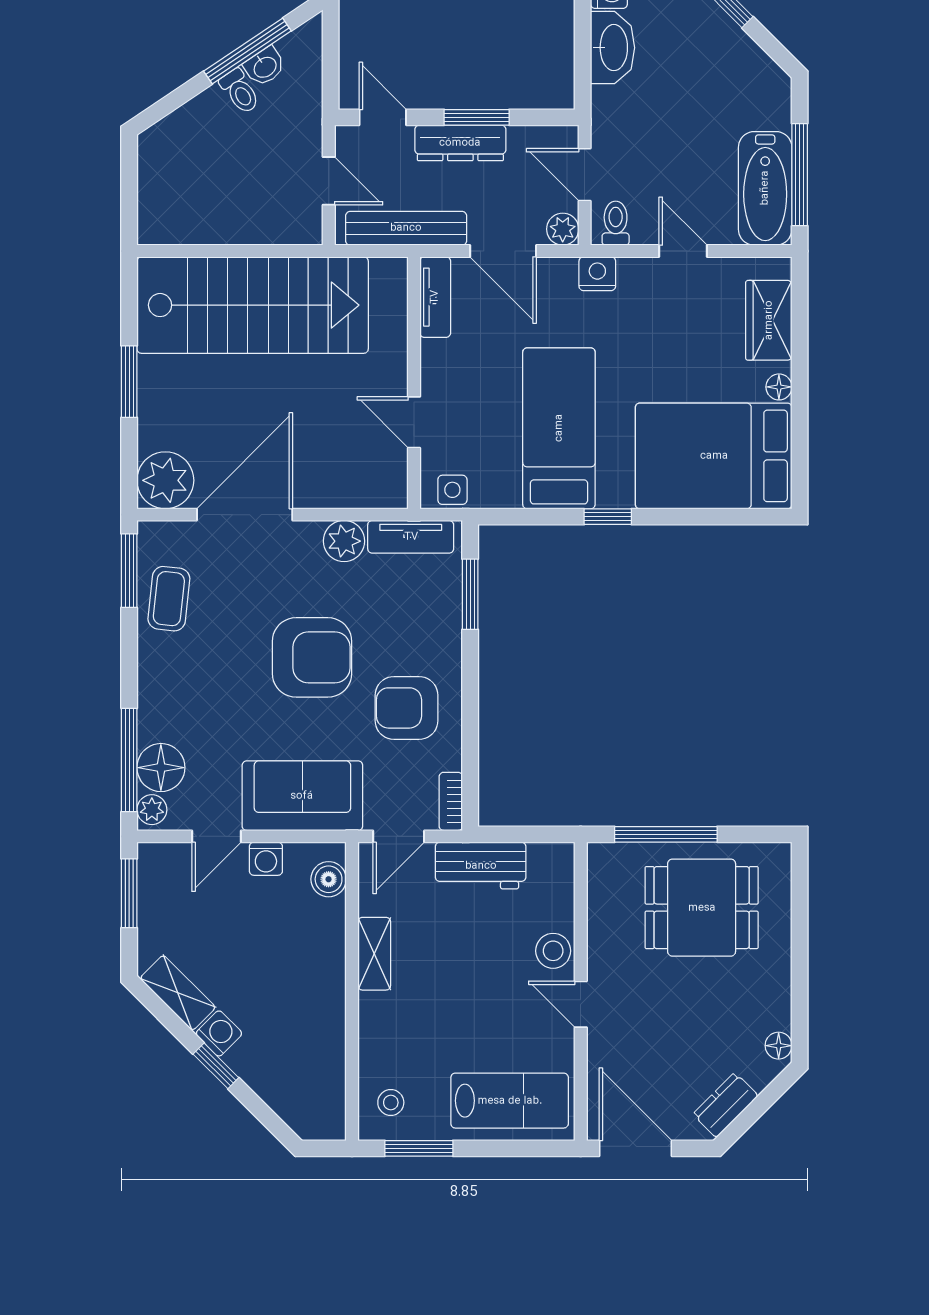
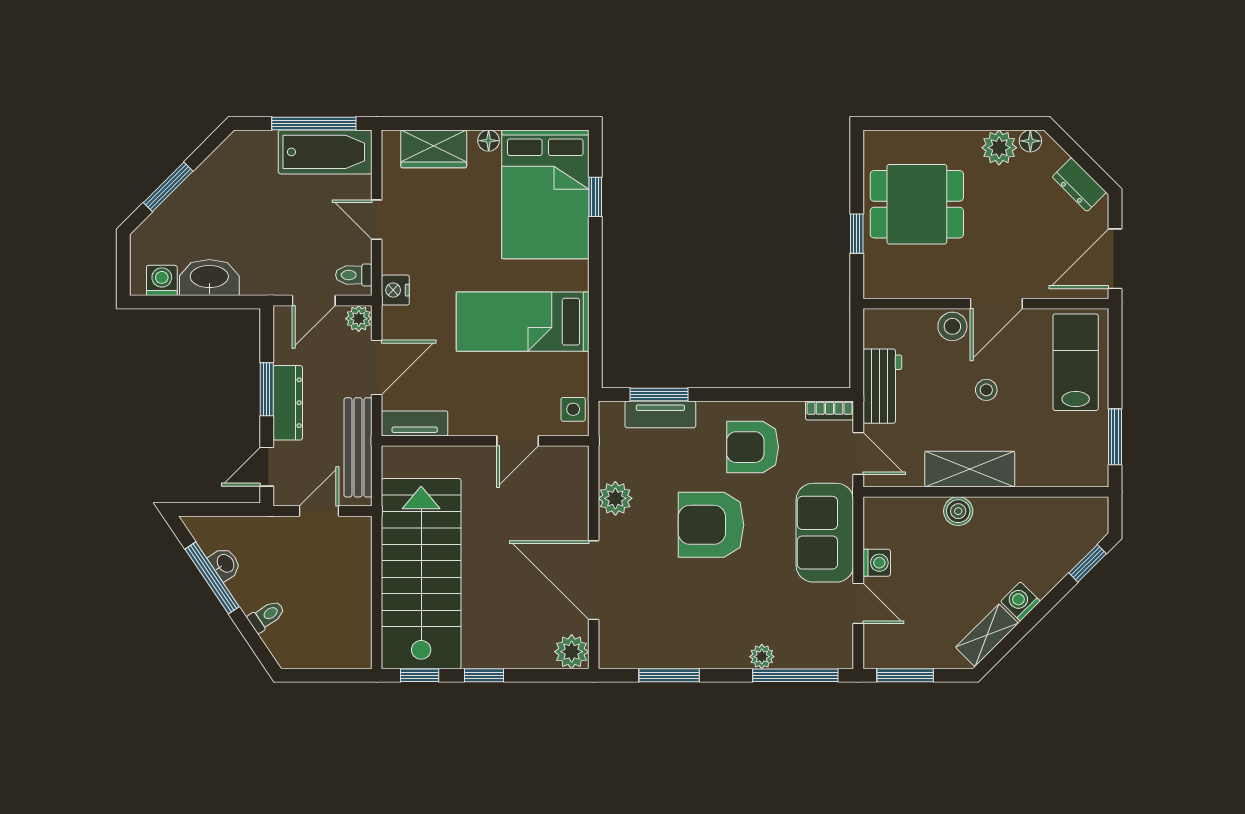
toilet: (240, 91) -> (267, 616), moved
door: (683, 251) -> (377, 220), hinge flipped
window: (129, 303) -> (420, 675), added
window: (129, 382) -> (484, 675), width x0.67
plant: (165, 480) -> (572, 652), width x0.73, depth x0.73
window: (608, 517) -> (595, 197), moved
tv unit: (411, 537) -> (660, 414), moved, turned 90
window: (129, 571) -> (669, 675), moved
coffee table: (169, 599) -> (663, 643), removed
armchair: (312, 657) -> (711, 525), turned -90
armchair: (406, 708) -> (753, 447), turned 90
floor lamp: (161, 768) -> (802, 649), removed
plant: (152, 810) -> (762, 657), moved
window: (666, 834) -> (857, 234), width x0.46
boiler: (329, 879) -> (958, 511), moved
dining table: (702, 908) -> (917, 204), turned 90
shelving: (374, 954) -> (970, 469), width x1.50, depth x1.33
door: (581, 1004) -> (996, 304), width x1.38
plant: (771, 1008) -> (999, 148), added
window: (216, 1066) -> (1088, 563), moved
stool: (391, 1102) -> (986, 390), moved

